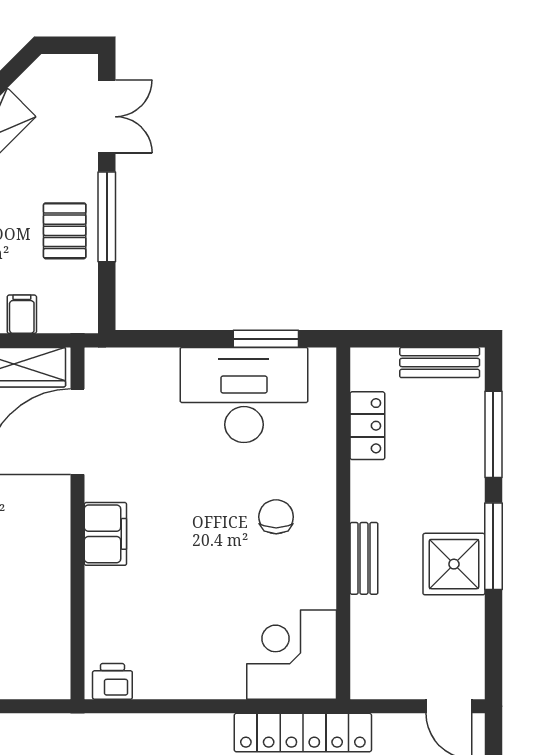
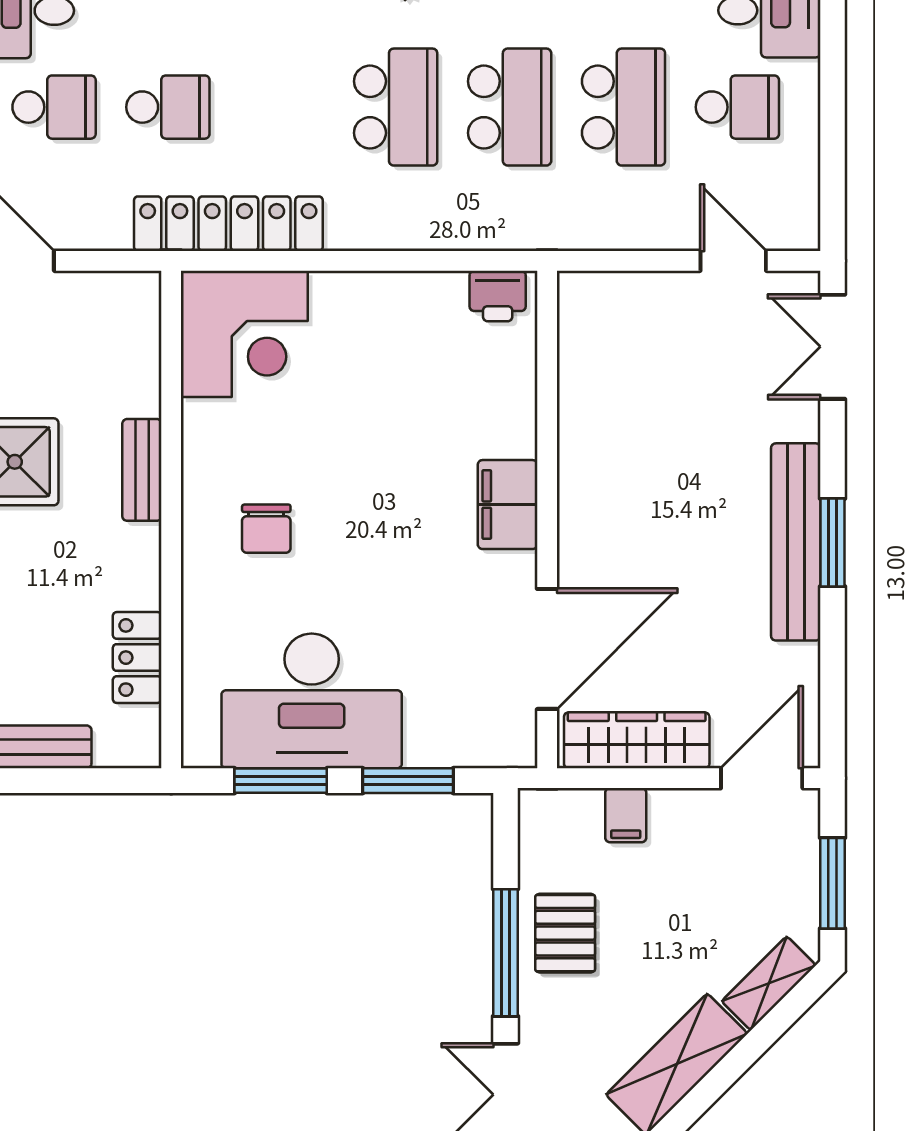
window: (176, 339) -> (408, 781), added

